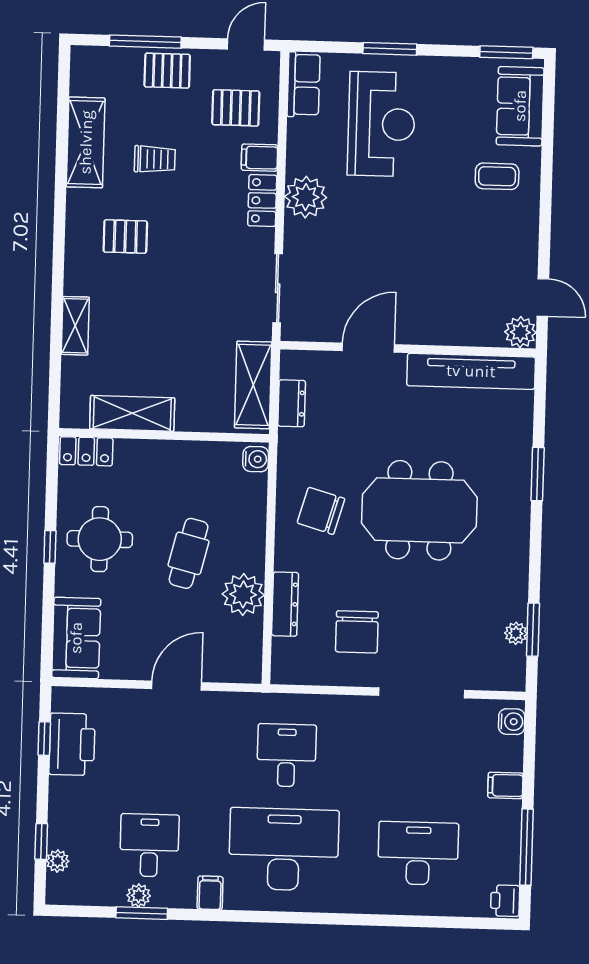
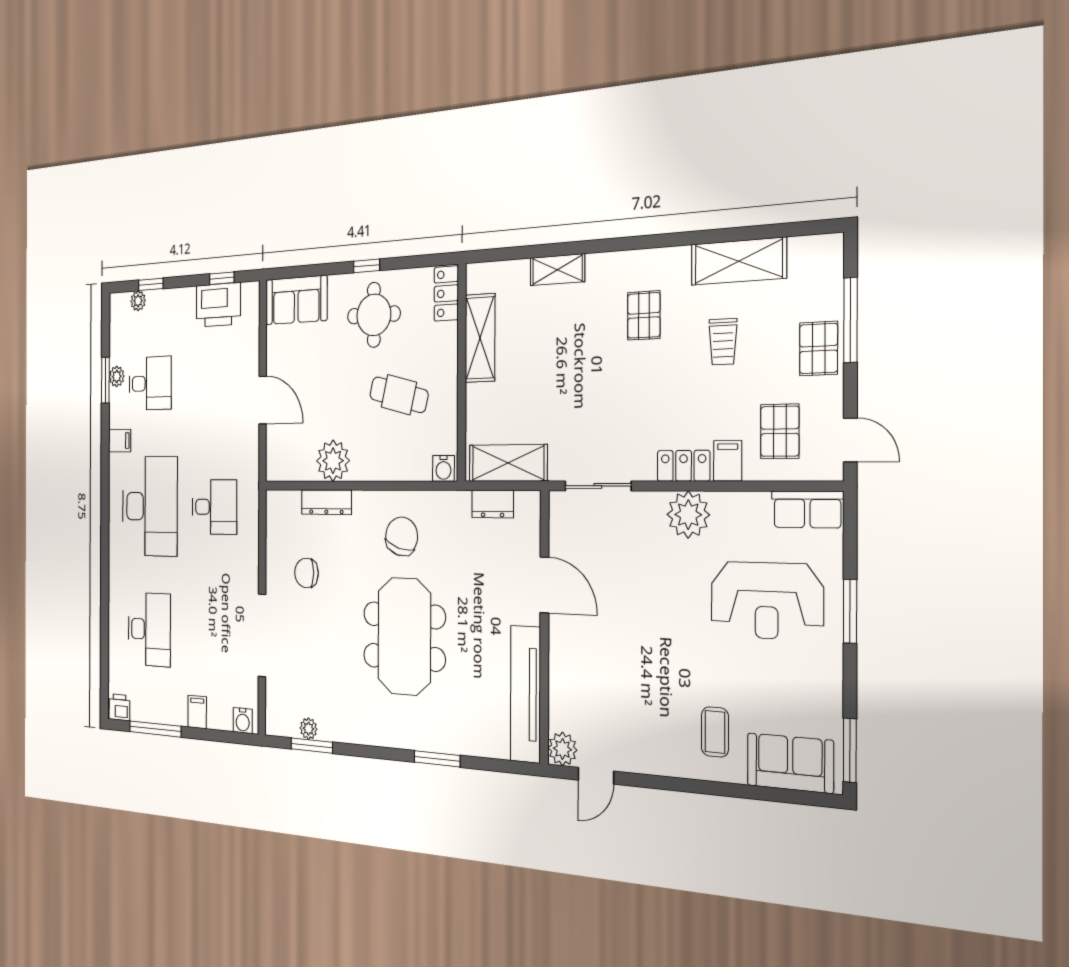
cafe table: (189, 553) -> (399, 395), moved
chair: (357, 632) -> (306, 573), width x0.73, depth x0.73

